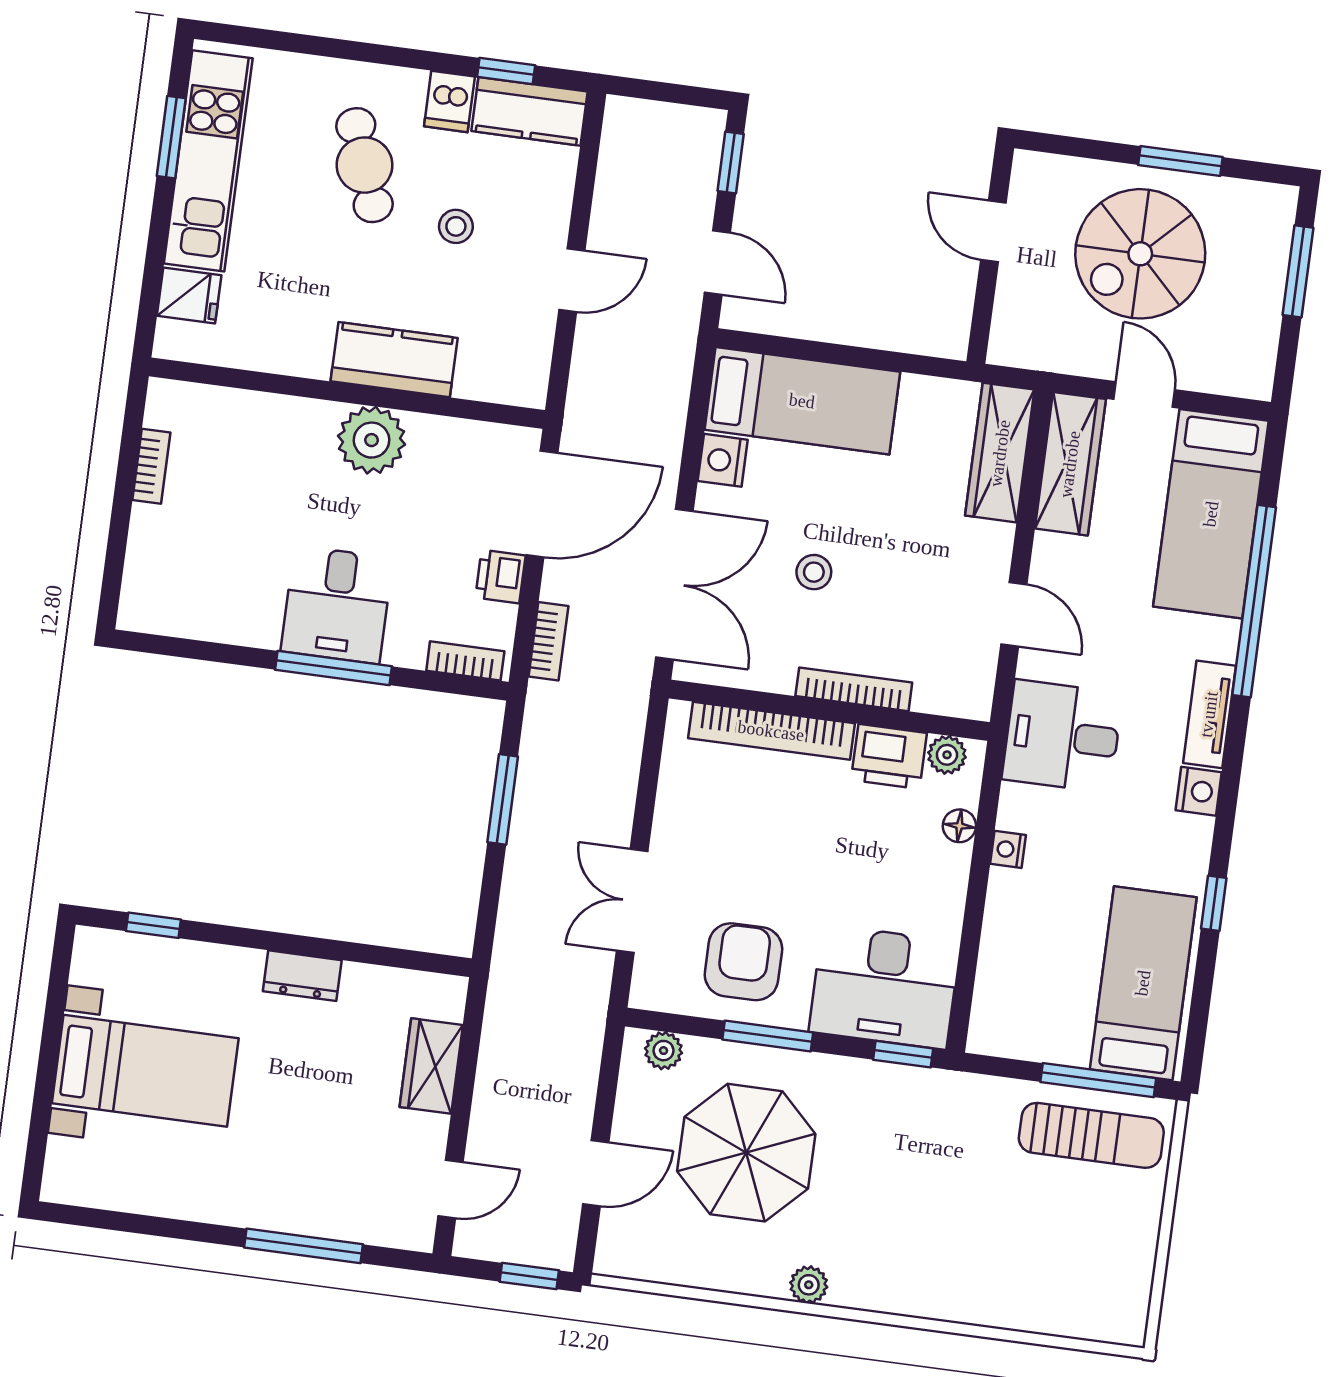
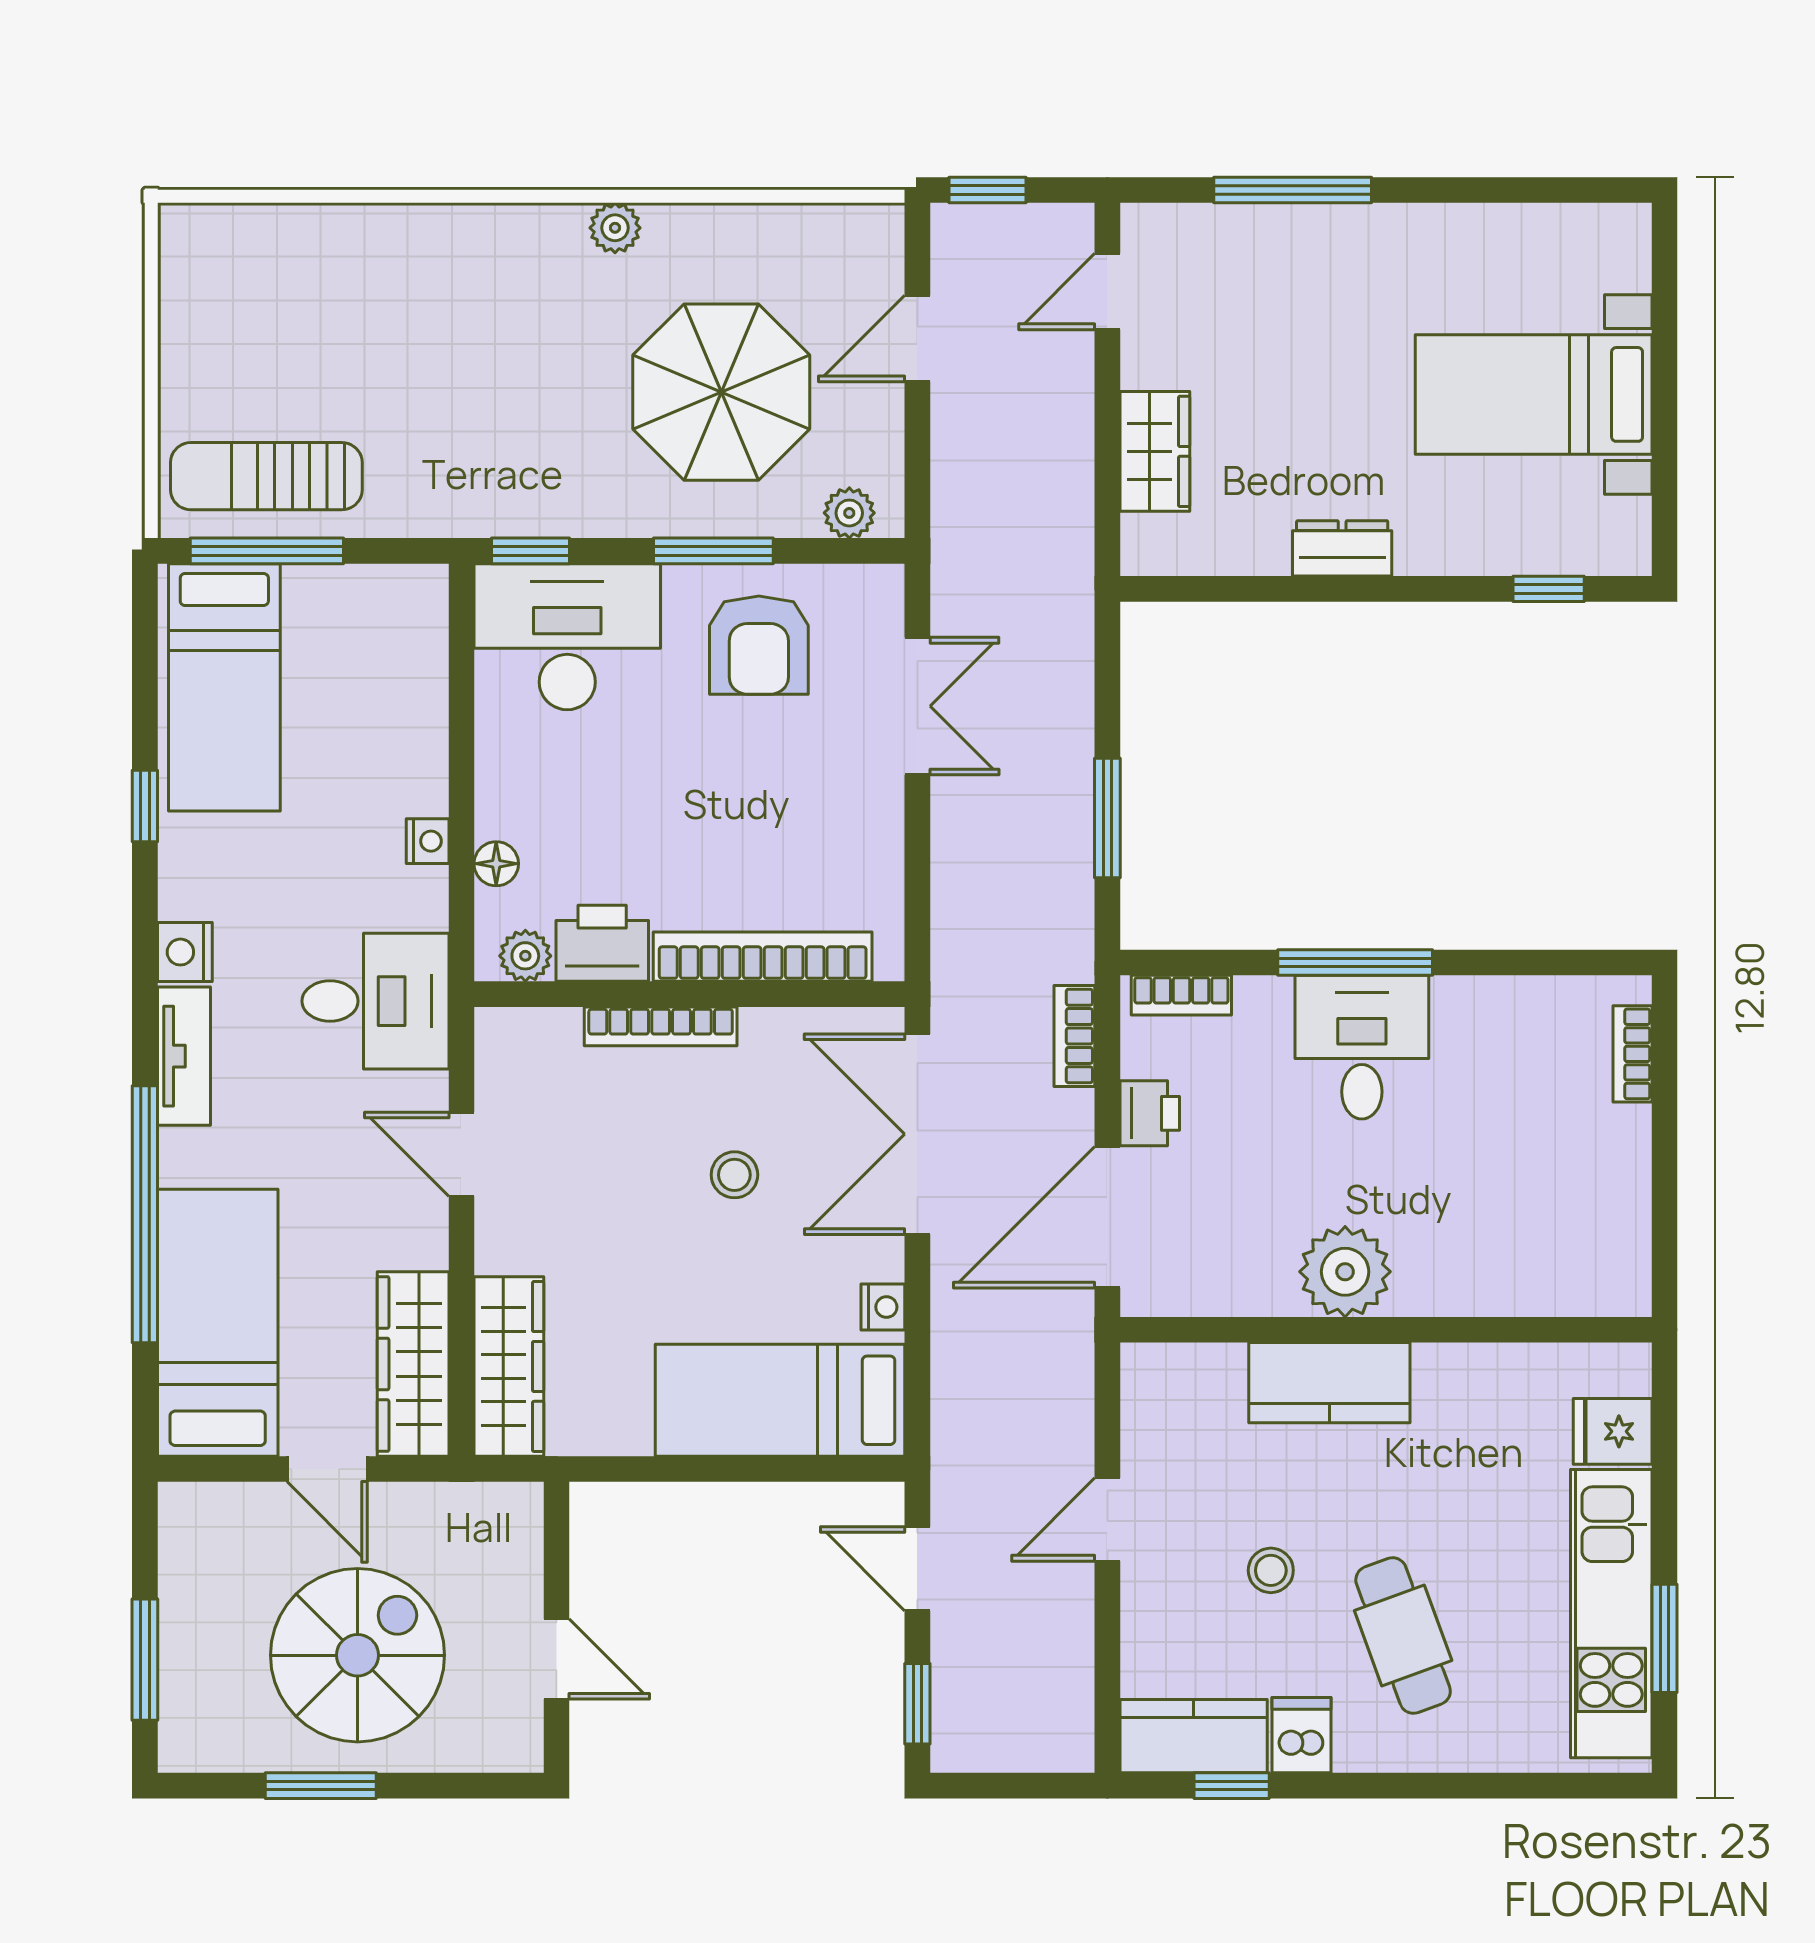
nightstand: (723, 460) -> (883, 1307), width x0.72, depth x0.74
bookcase: (151, 466) -> (1633, 1054), moved

